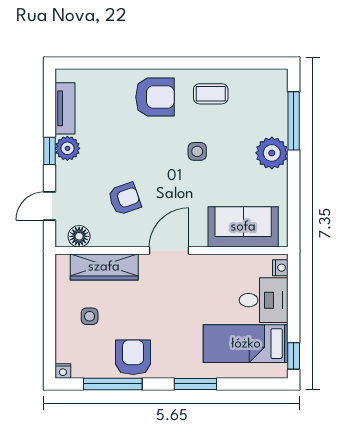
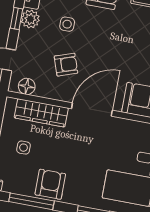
side table: (197, 151) -> (67, 24), moved
door: (169, 251) -> (92, 110), width x1.36

